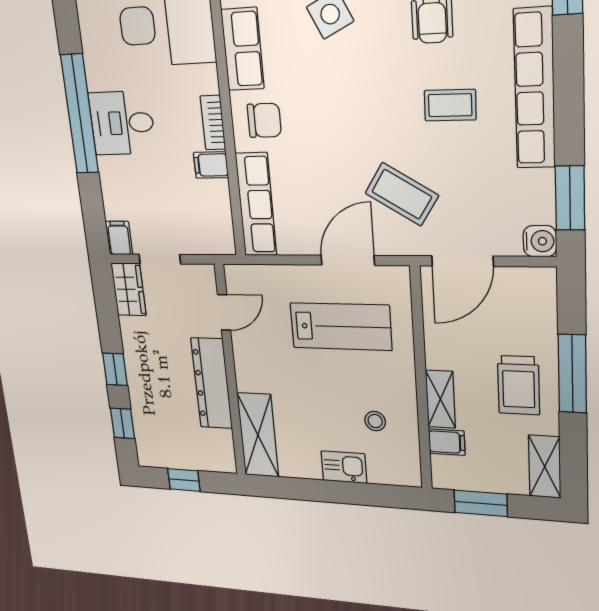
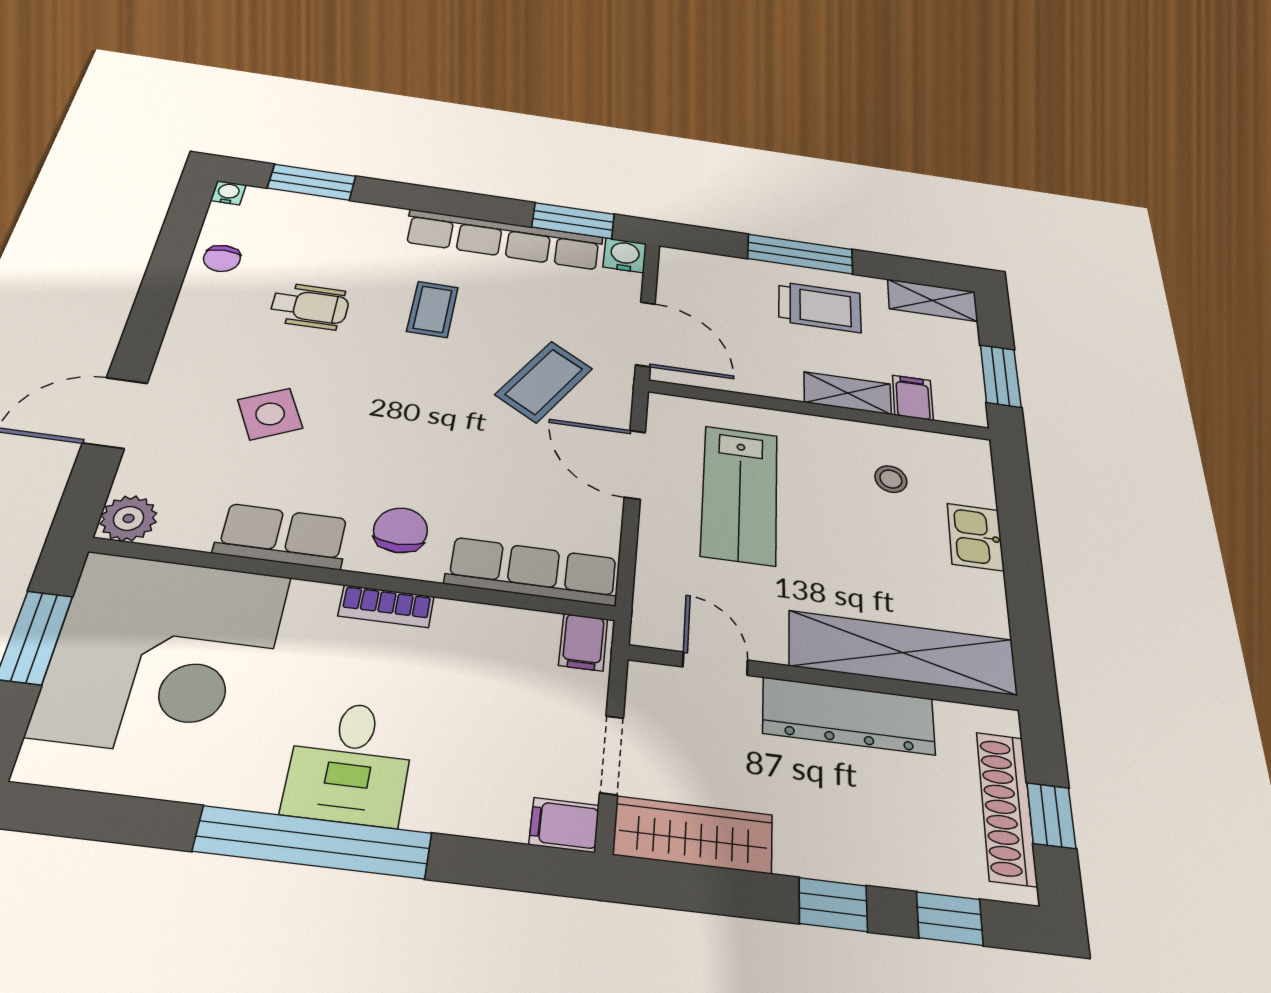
row of seats: (534, 89) -> (504, 240), moved
filing cabinet: (211, 165) -> (583, 642), moved
wardrobe: (129, 289) -> (693, 835), width x1.50
lab bench: (341, 327) -> (740, 494), turned 180
shelving: (258, 435) -> (902, 653), width x1.47
shoe rack: (182, 458) -> (1006, 808), added

